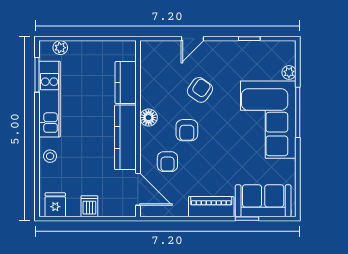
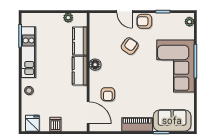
door: (192, 39) -> (125, 12), hinge flipped
plant: (60, 48) -> (68, 18), moved
plant: (289, 72) -> (189, 22), moved
armchair: (187, 130) -> (144, 21), moved, turned 90
kitchen counter: (125, 137) -> (80, 71), width x0.67

